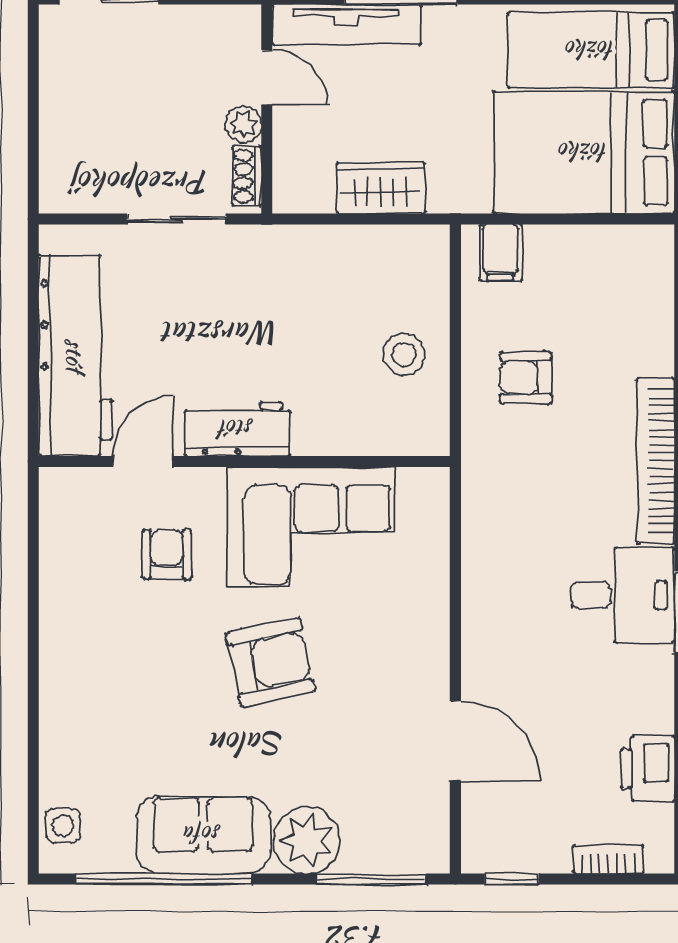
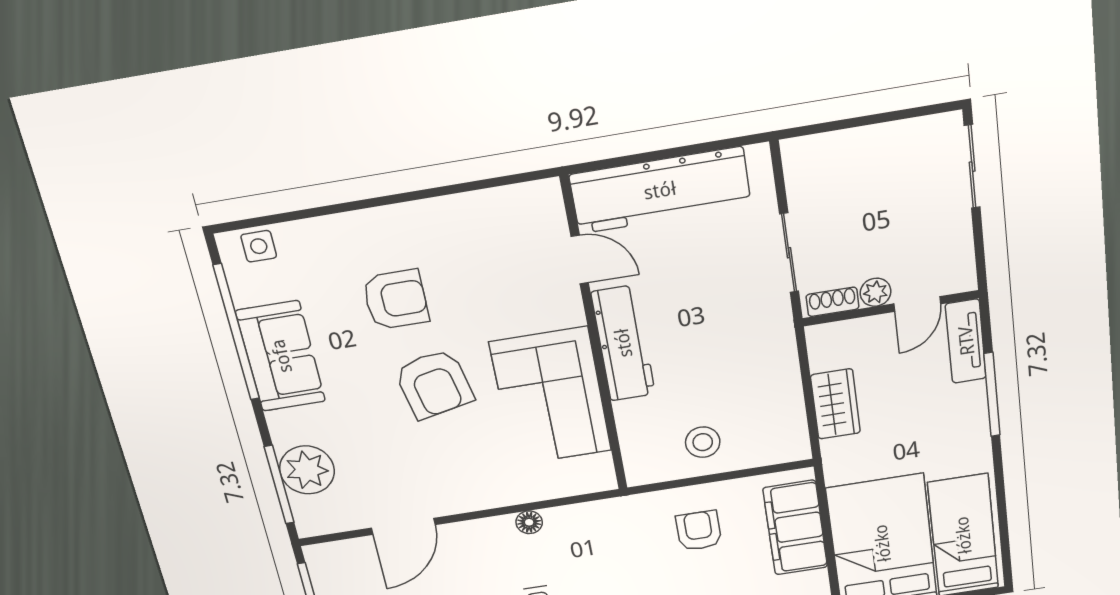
tv unit: (347, 24) -> (966, 341), width x0.71
filing cabinet: (500, 253) -> (795, 528), width x3.00, depth x1.17
workbench: (237, 429) -> (623, 343), width x1.38
armchair: (167, 554) -> (396, 300), moved, width x1.38, depth x1.38
floor lamp: (477, 585) -> (529, 522), added
plant: (307, 840) -> (307, 470), moved

